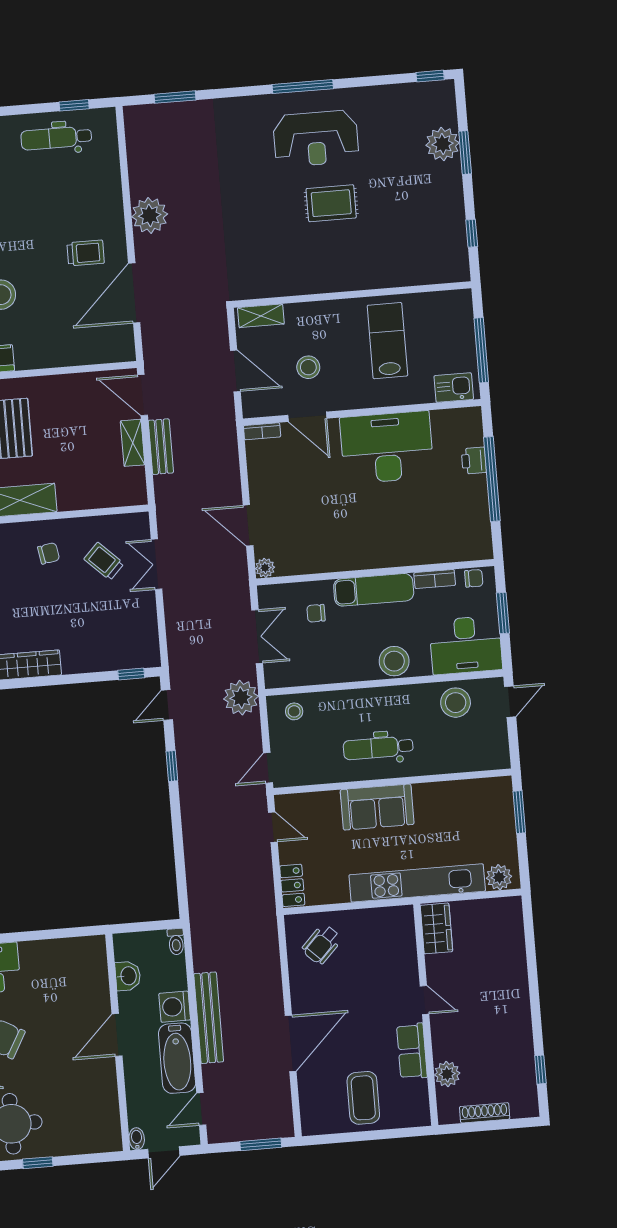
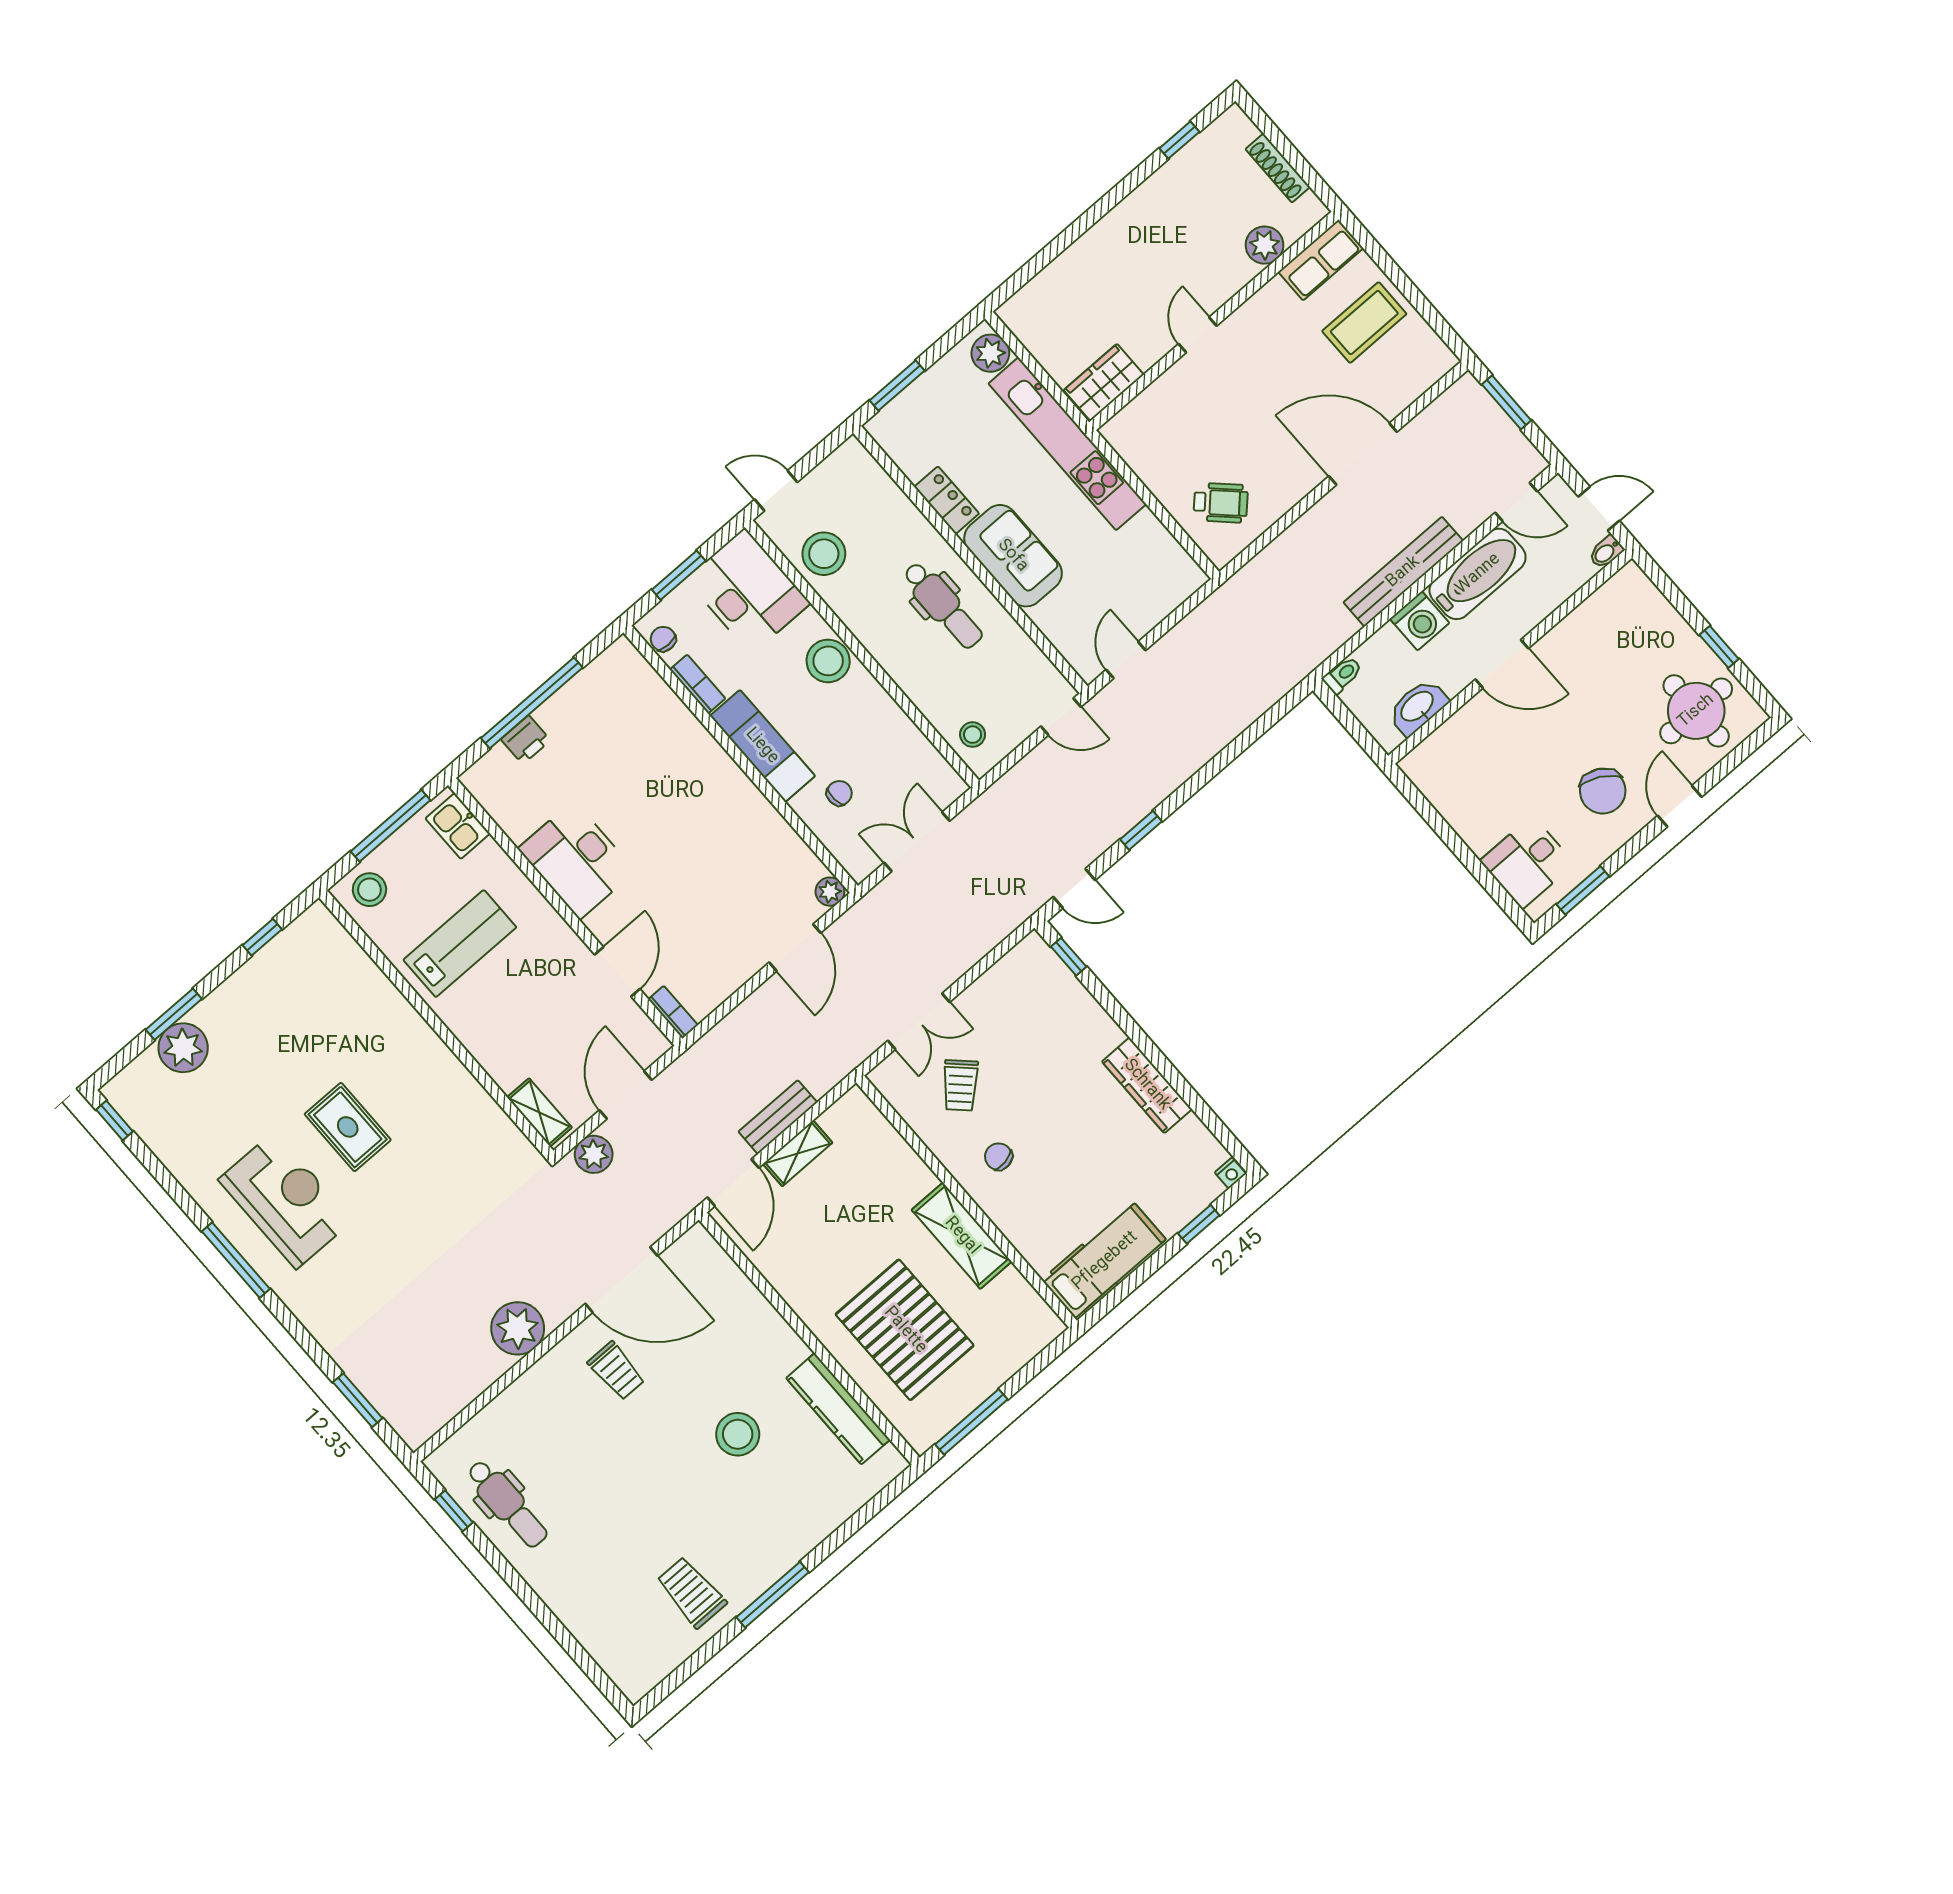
trolley: (86, 253) -> (616, 1371), turned 180
lab bench: (387, 341) -> (460, 944), turned 180
stool: (308, 367) -> (369, 890), moved
desk: (387, 447) -> (577, 860), width x0.73, depth x0.77
chair: (316, 613) -> (839, 793), turned -95
plant: (241, 698) -> (594, 1154), moved, width x0.73, depth x0.73
locker: (292, 885) -> (947, 500), moved, turned 90
washbasin: (128, 976) -> (1418, 707), width x1.38
row of seats: (412, 1051) -> (1321, 260), moved

